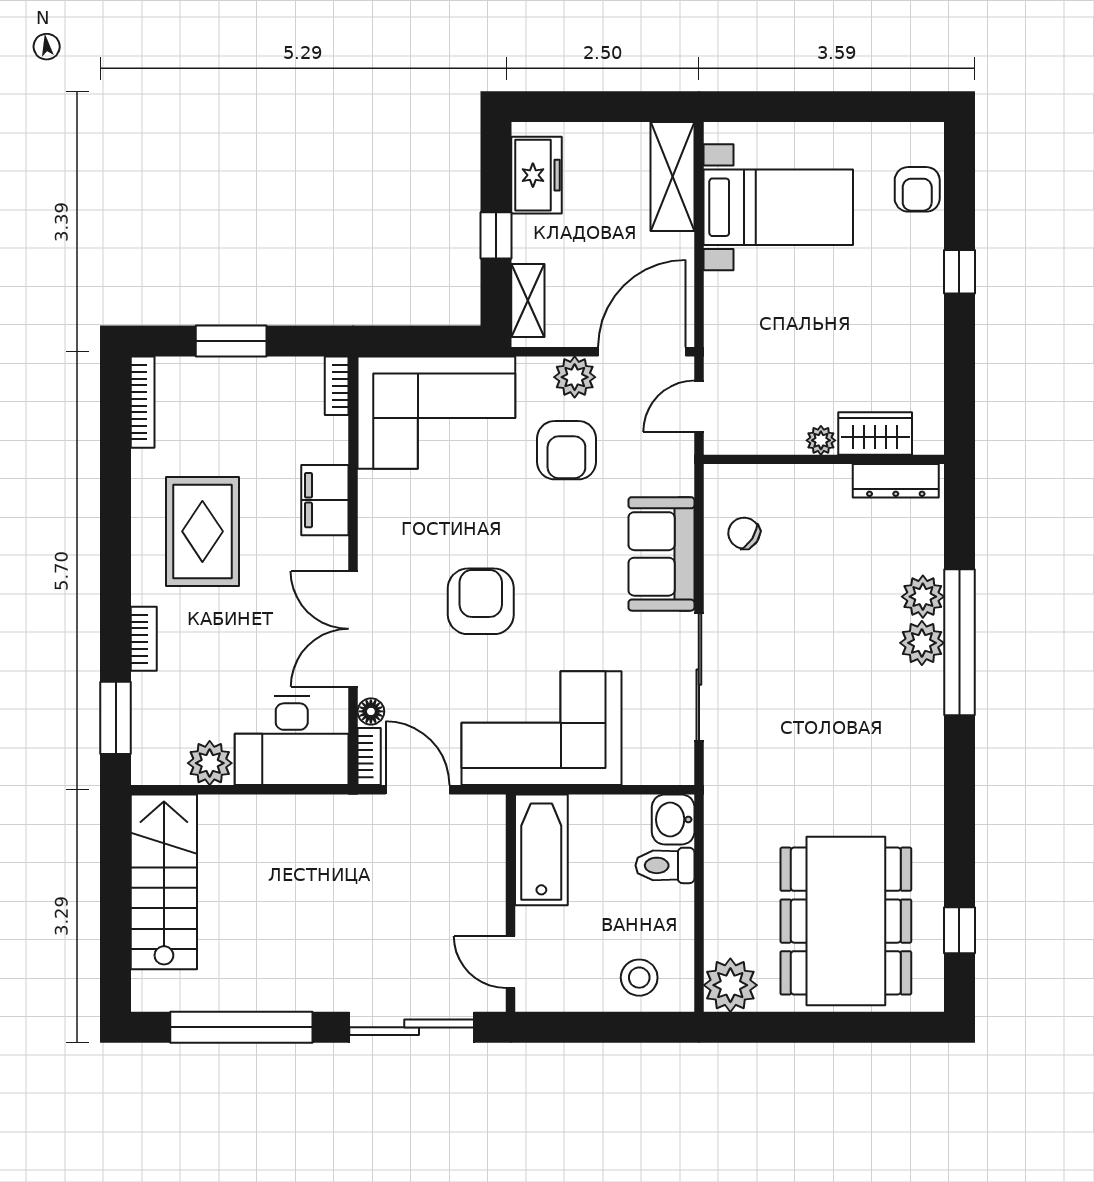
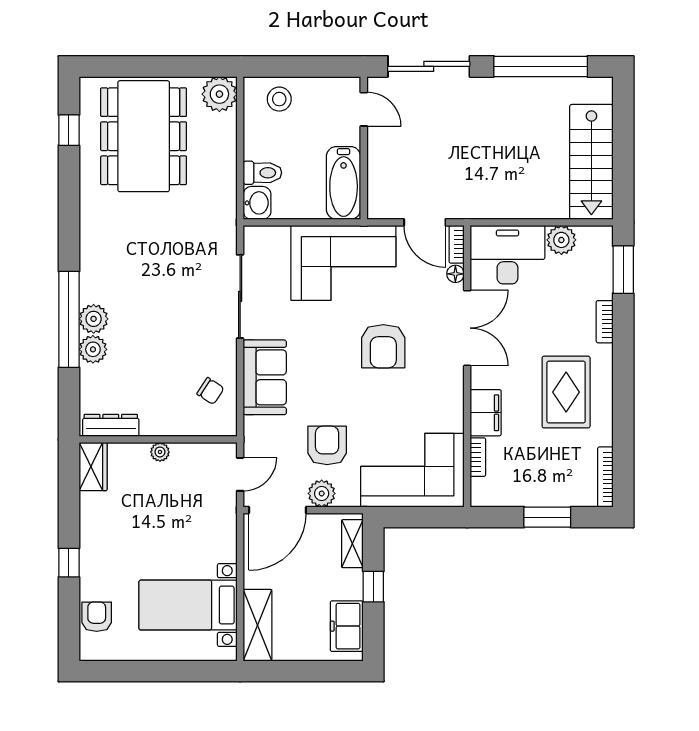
bookcase: (337, 386) -> (478, 457), moved
wardrobe: (875, 433) -> (93, 467), moved, turned -90

